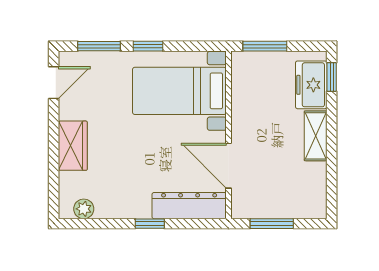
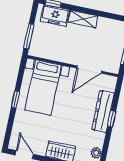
window: (99, 46) -> (10, 126), removed
dresser: (189, 206) -> (103, 111), moved

